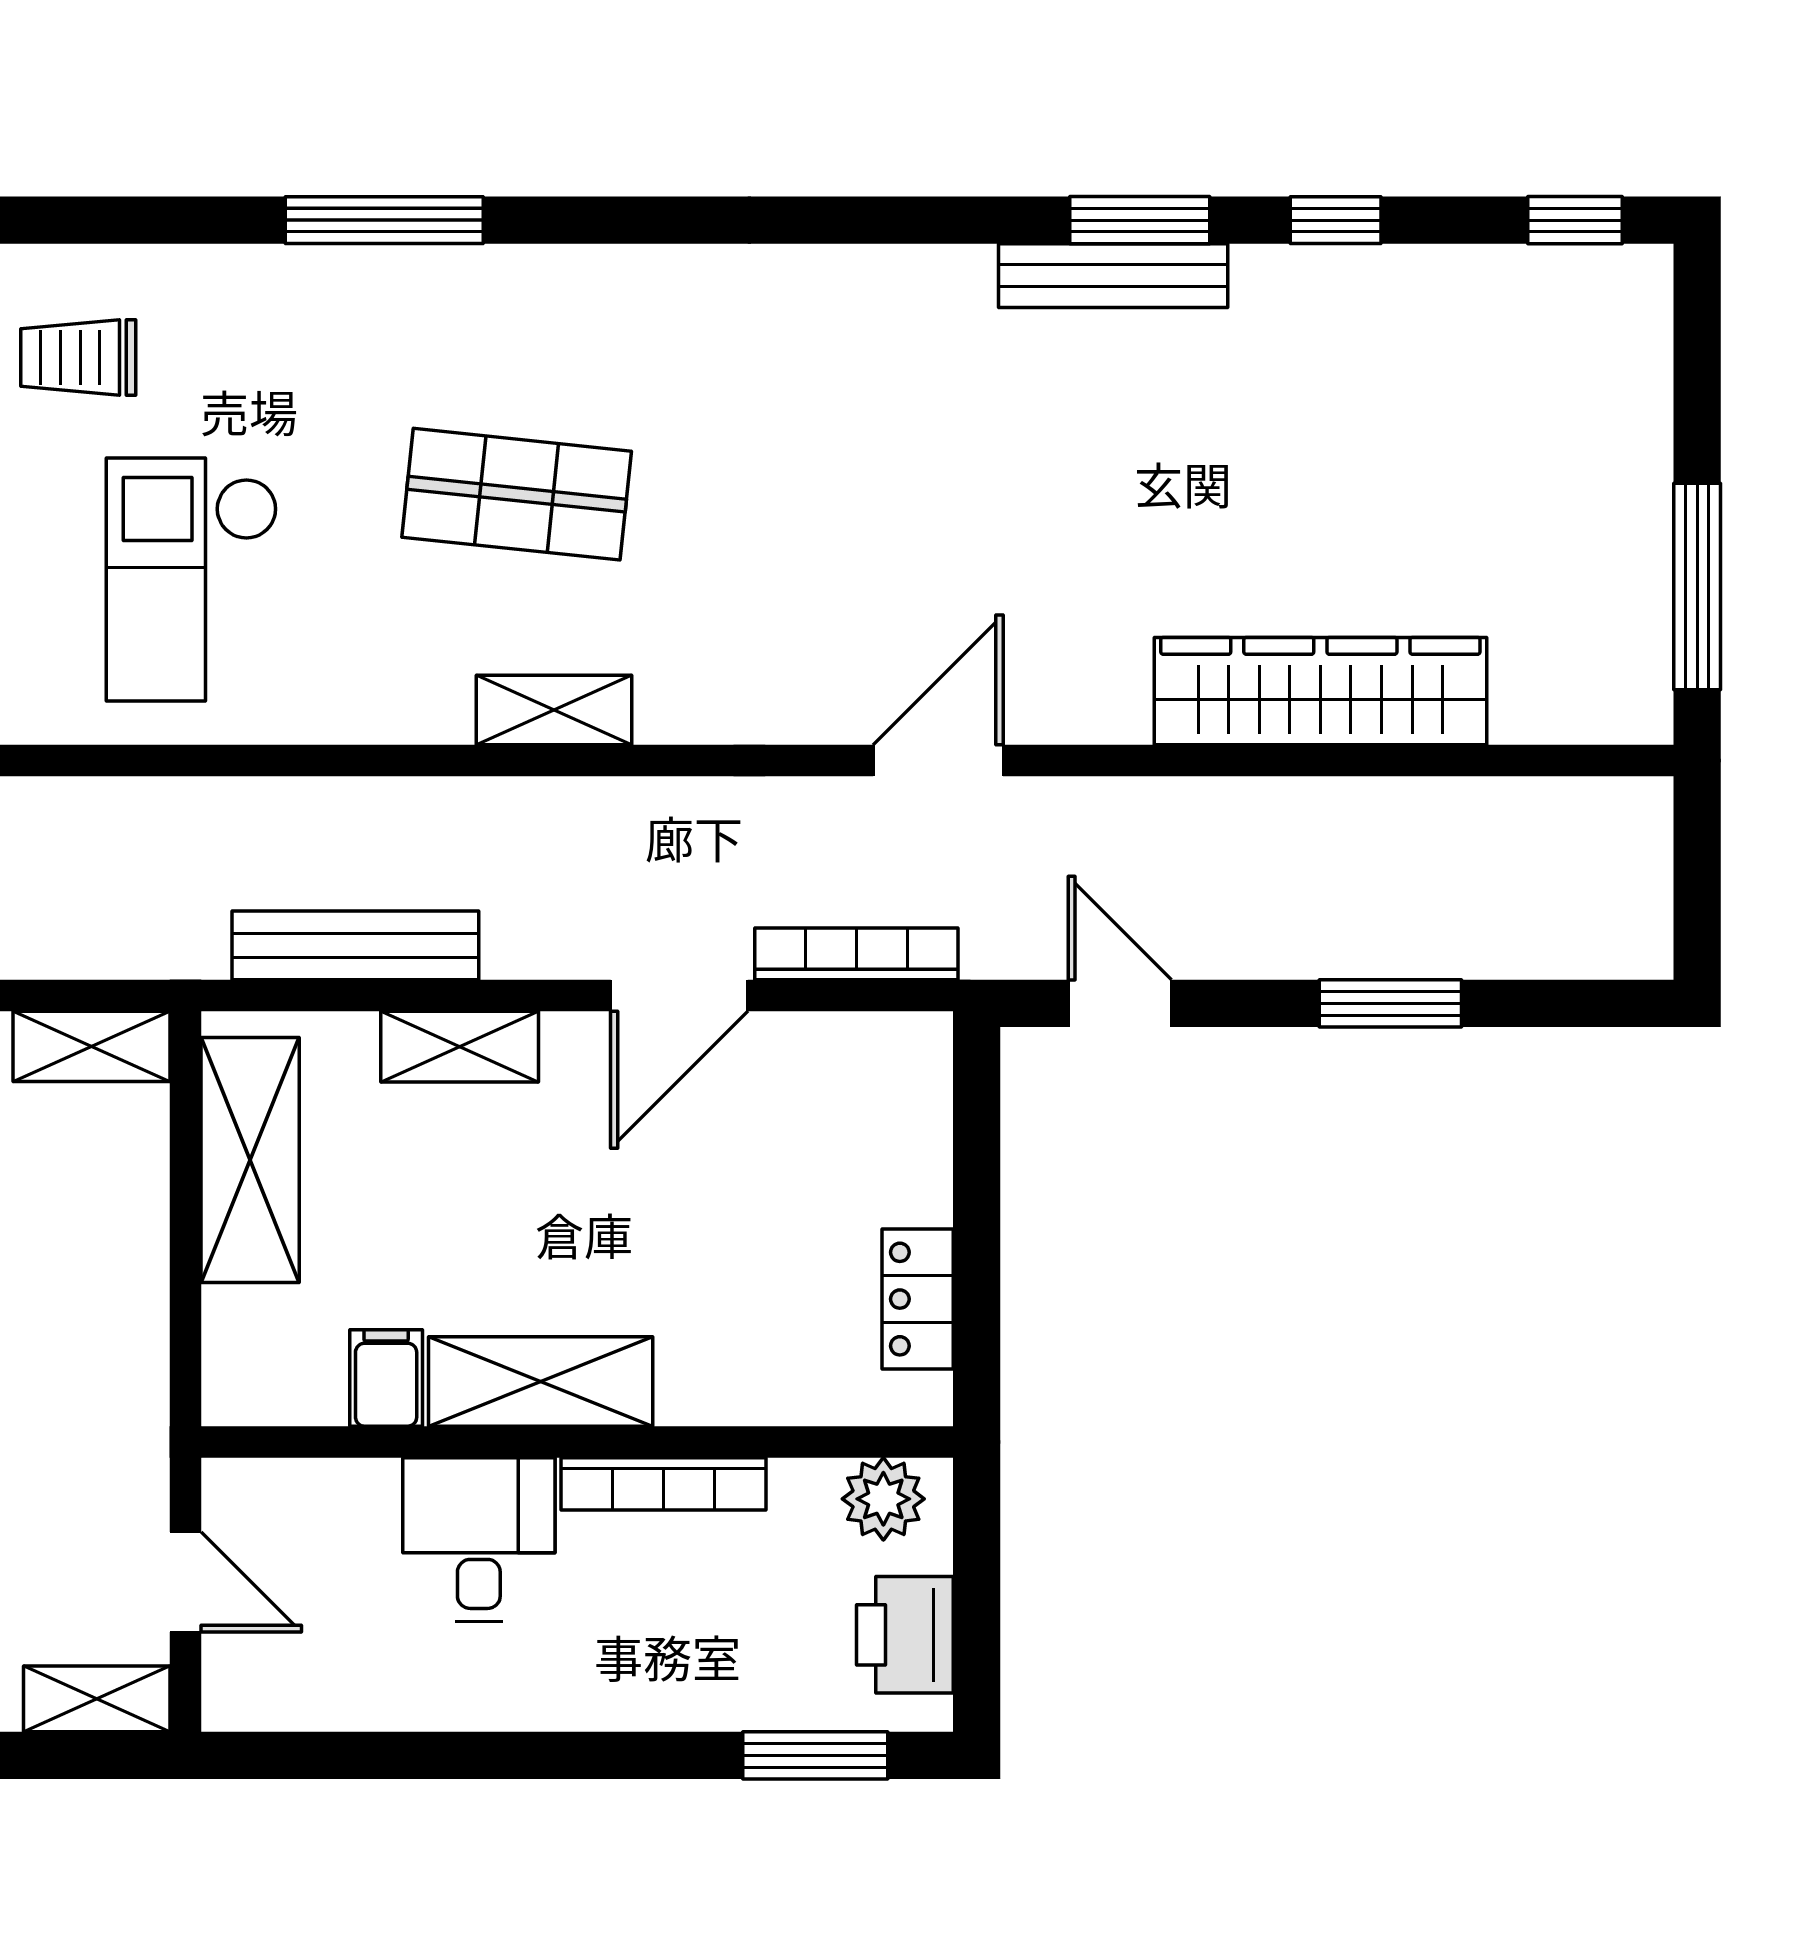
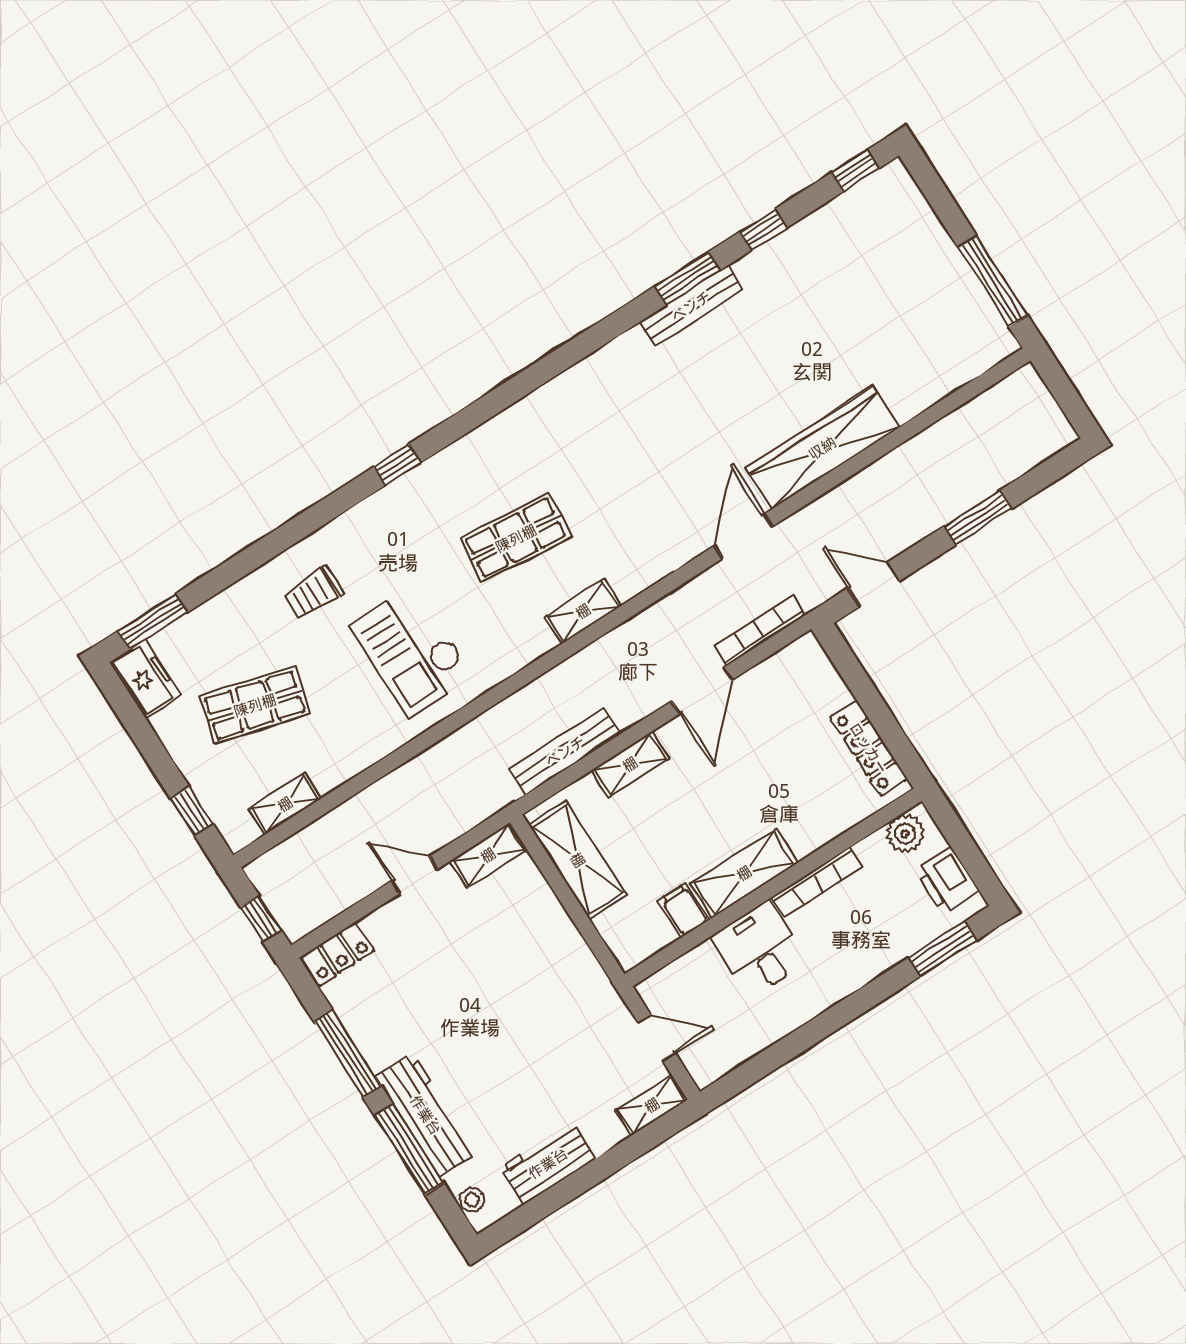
window: (384, 220) -> (397, 465), width x0.46
wardrobe: (1320, 691) -> (822, 448), moved
locker: (918, 1299) -> (869, 748), width x1.53

